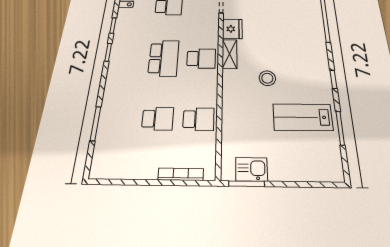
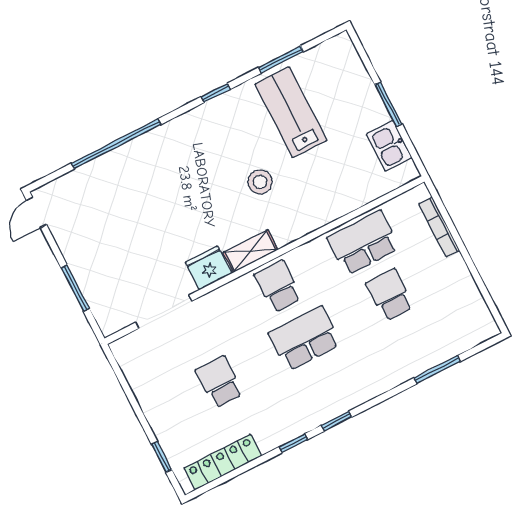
lab bench: (303, 117) -> (291, 112), turned 180
school desk: (198, 119) -> (363, 243), width x1.85
window: (247, 184) -> (388, 104), moved

